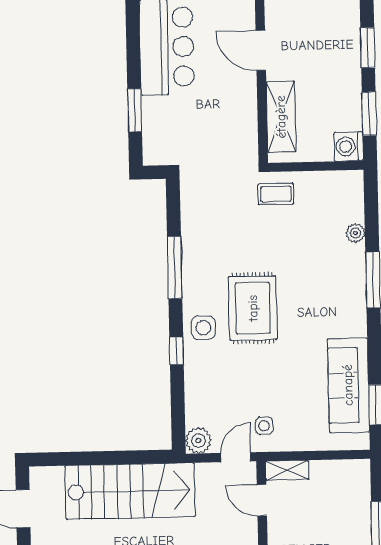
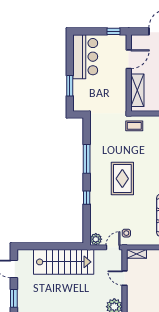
door: (261, 50) -> (129, 59), swing flipped
side table: (203, 328) -> (99, 187), removed
door: (262, 500) -> (125, 278), moved

